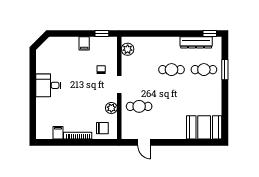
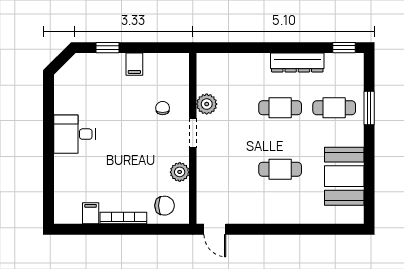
window: (102, 34) -> (107, 48), moved
dresser: (196, 42) -> (297, 63), moved
plant: (128, 49) -> (207, 104), moved
cafe table: (139, 106) -> (280, 169), moved
booth: (204, 127) -> (344, 176), moved, turned 90
door: (144, 142) -> (215, 229), moved

